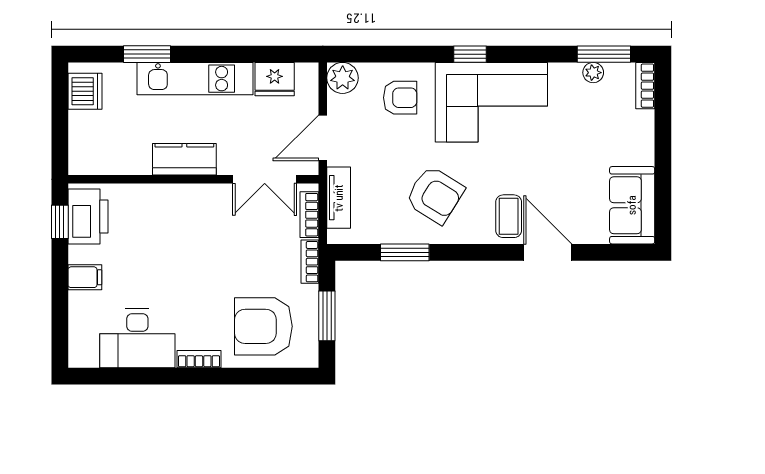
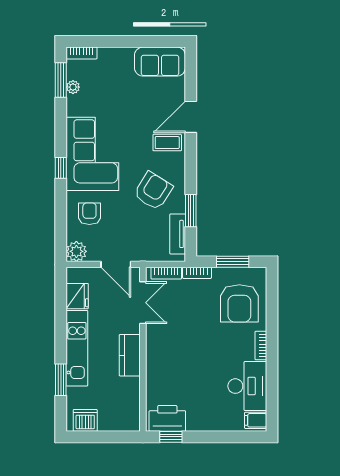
tv unit: (339, 198) -> (178, 234), moved, turned -90
filing cabinet: (85, 277) -> (256, 420), moved, turned -90

